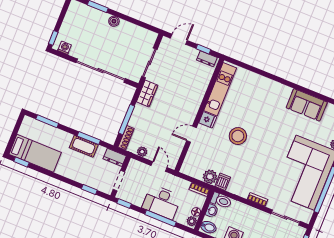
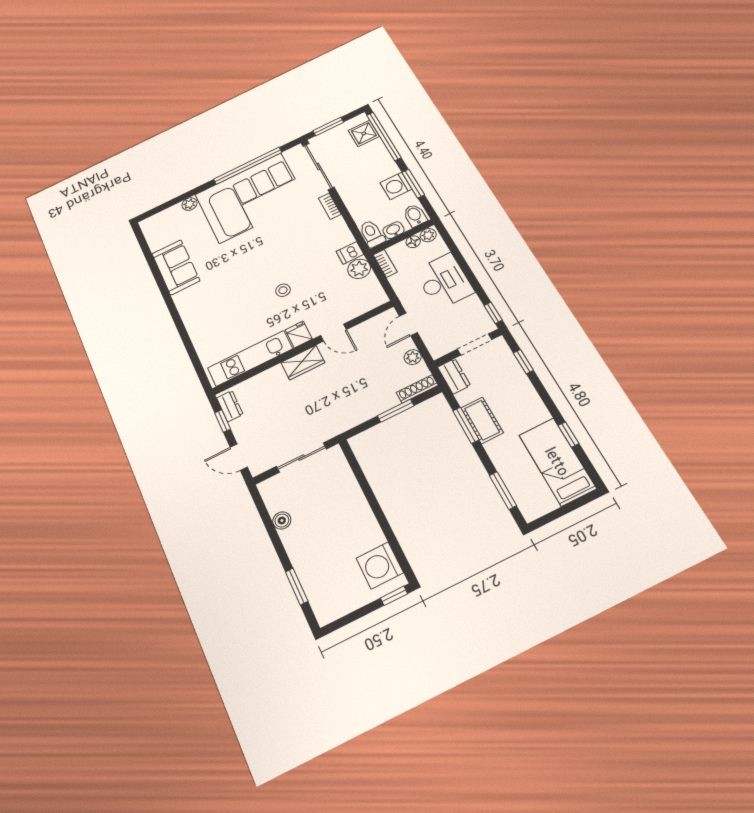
boiler: (114, 21) -> (282, 520), moved
washing machine: (65, 48) -> (380, 565), width x1.89, depth x1.89
sliding door: (101, 71) -> (371, 499), removed
wardrobe: (147, 93) -> (303, 363), moved, turned 180
window: (127, 120) -> (396, 411), width x0.69
stool: (238, 136) -> (283, 290), width x0.53, depth x0.53
window: (21, 162) -> (568, 435), moved
window: (160, 218) -> (463, 264), removed
sliding door: (286, 218) -> (318, 166), width x1.37

